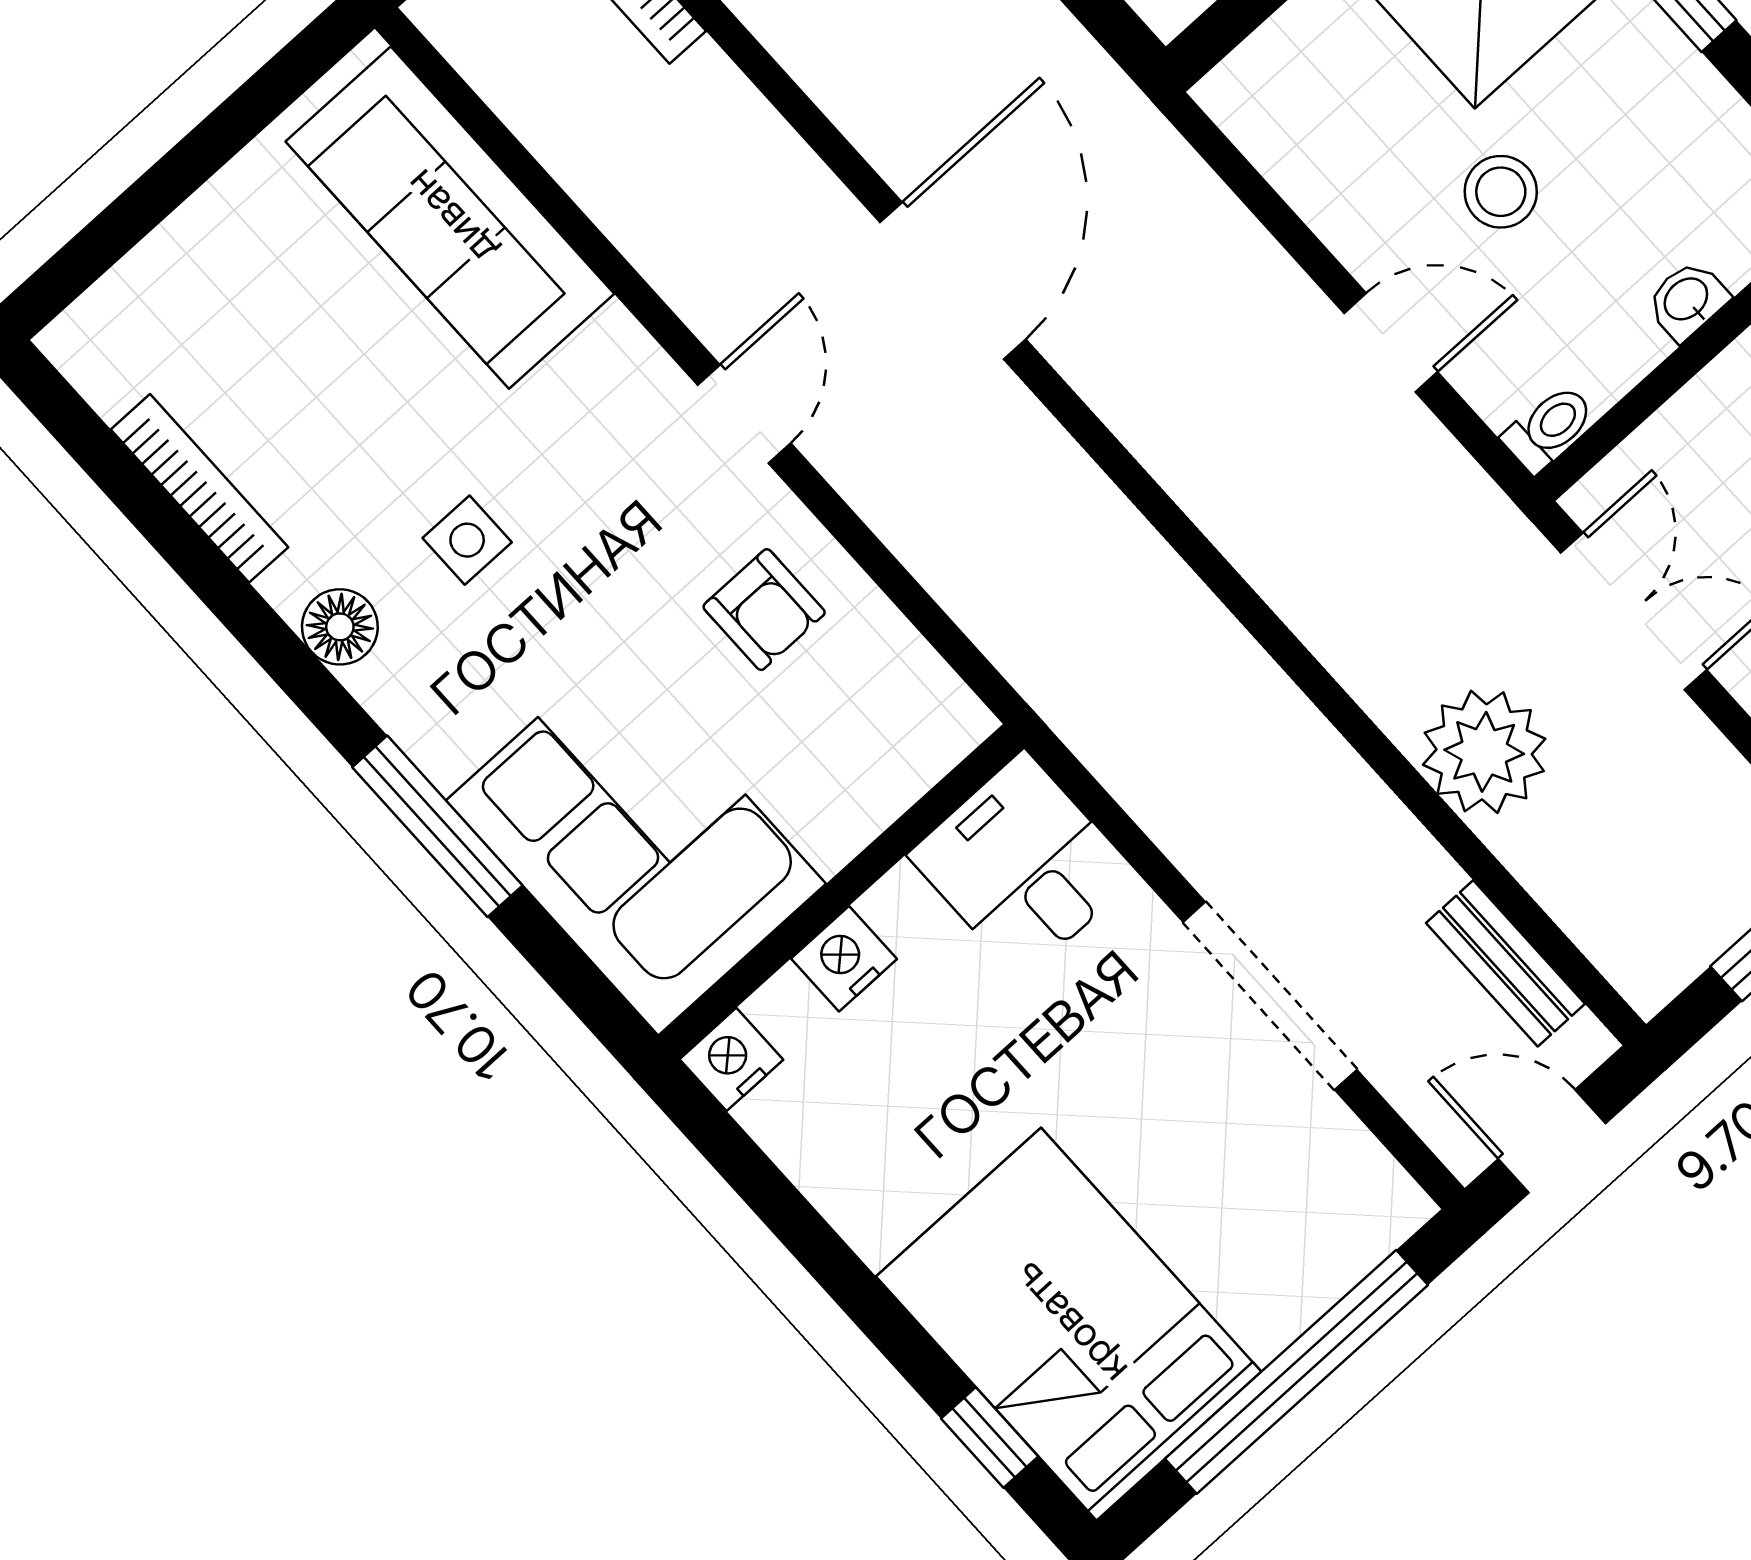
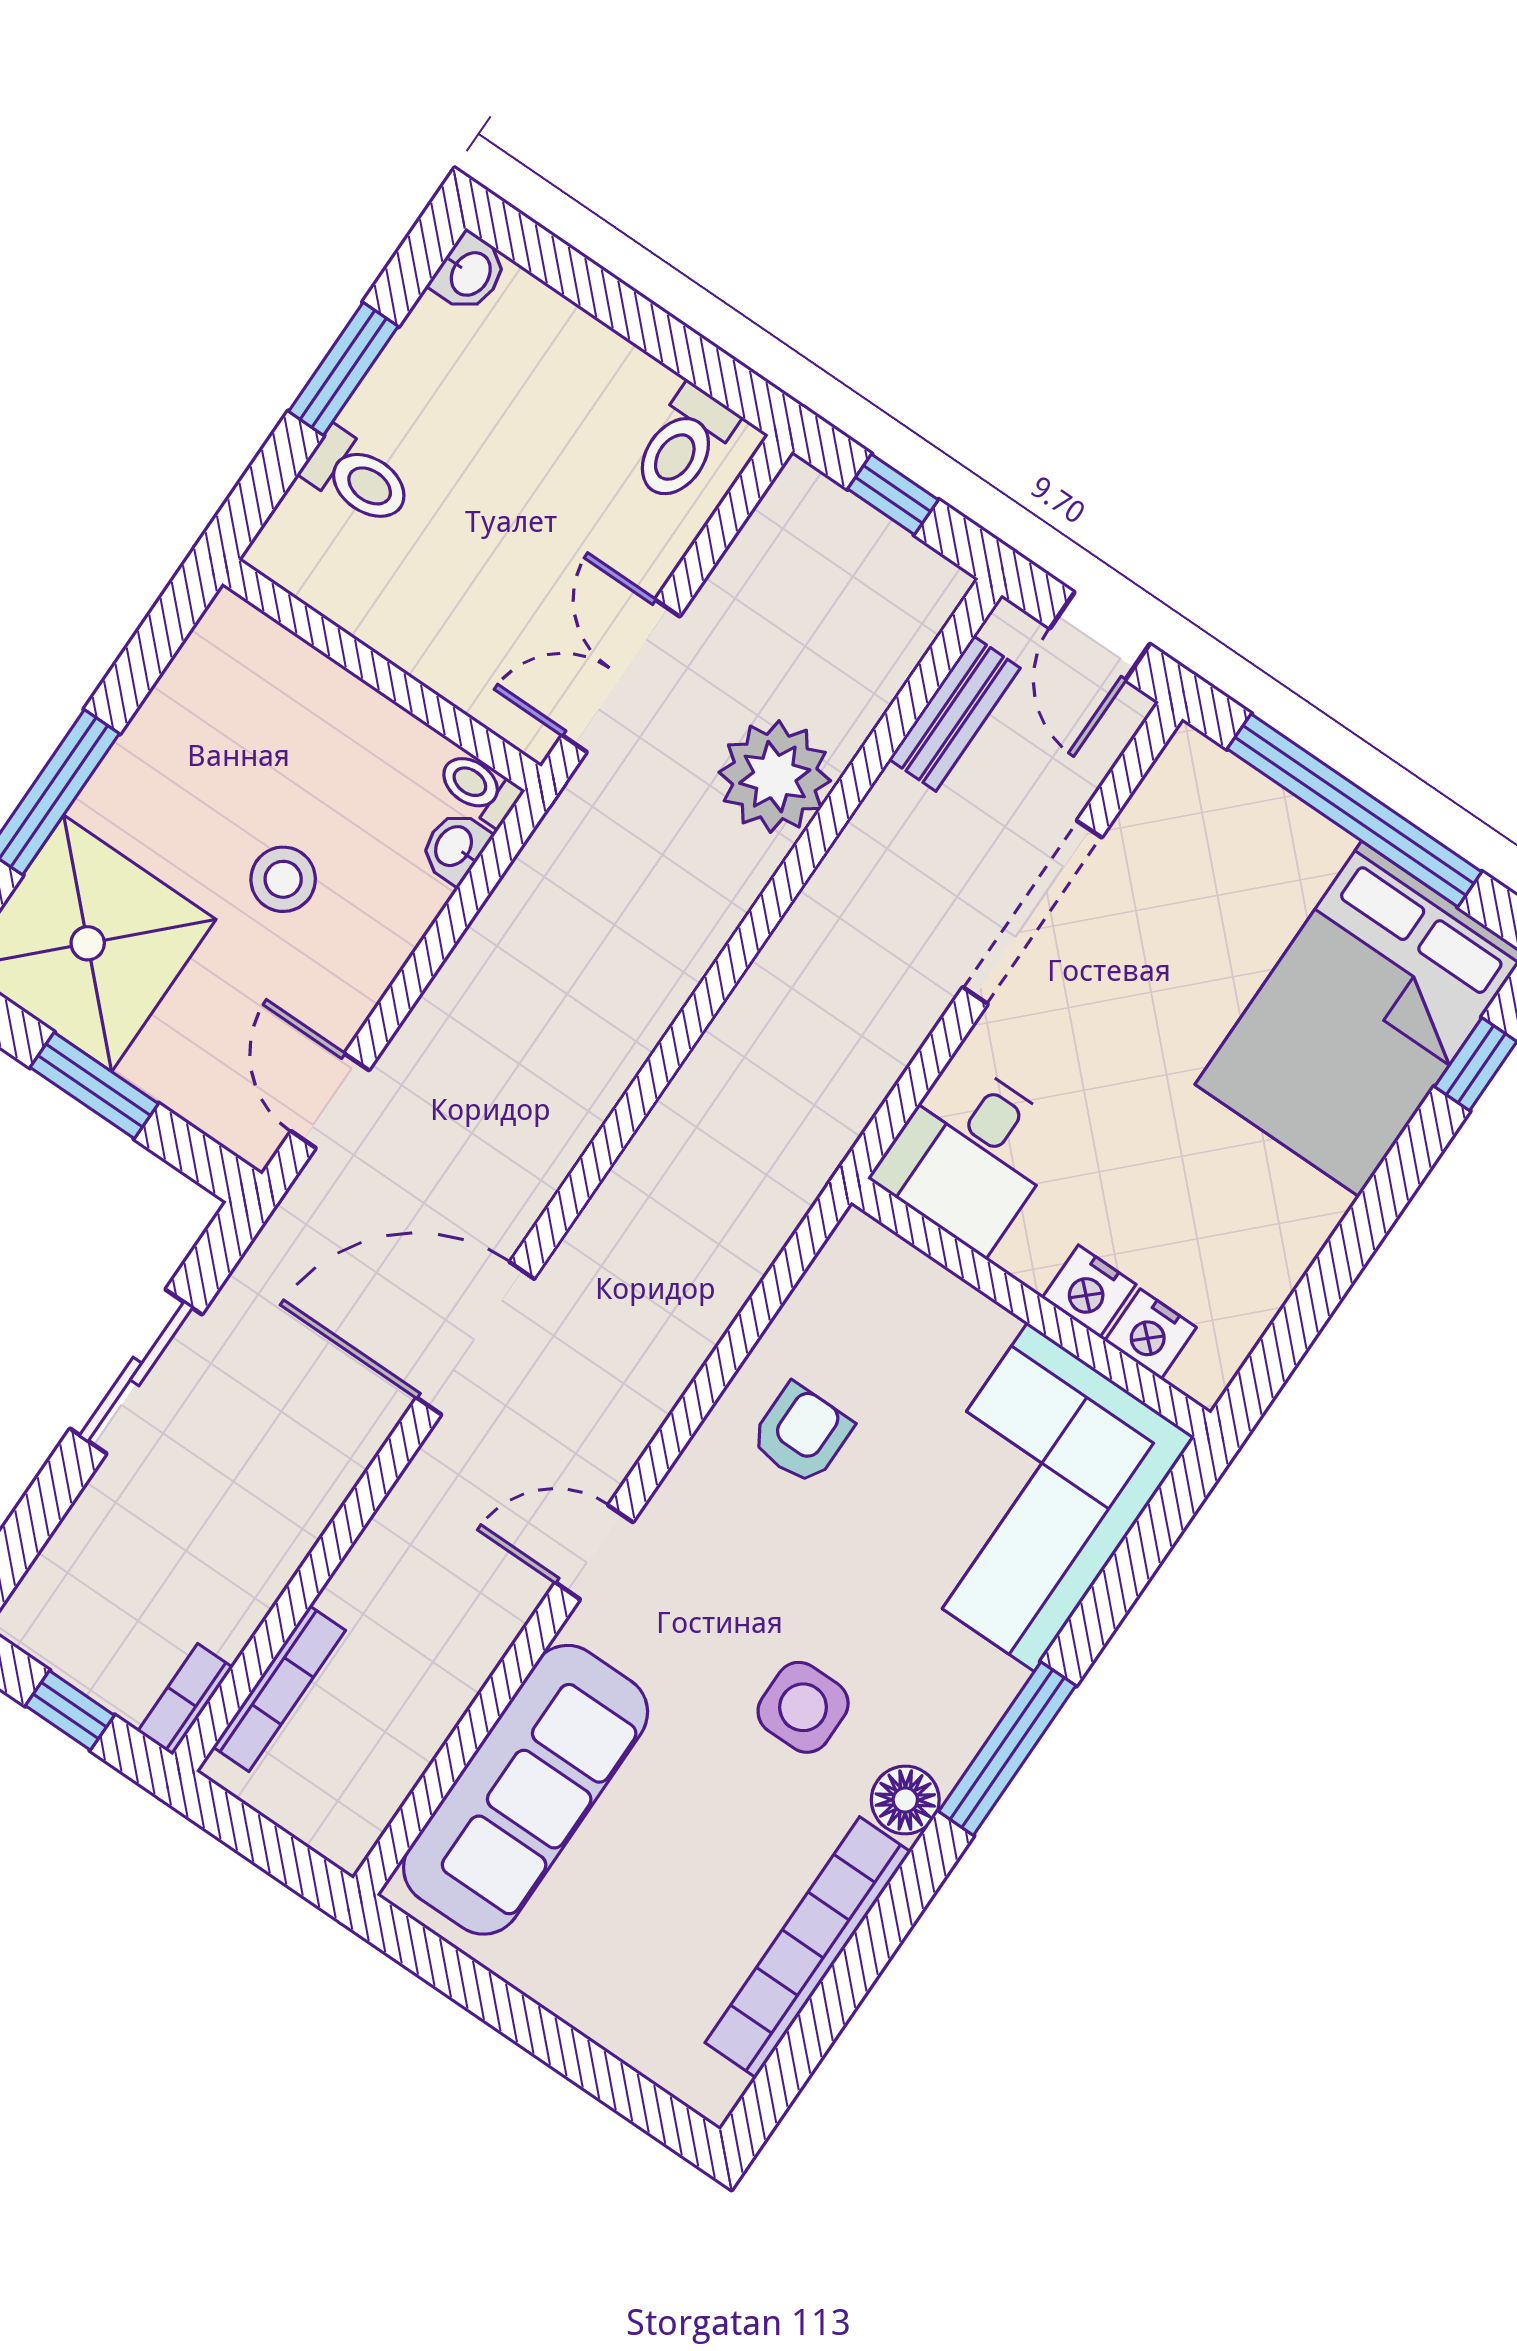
washbasin: (1687, 300) -> (455, 847), moved, turned 90
door: (1391, 342) -> (330, 1101), moved
door: (744, 414) -> (594, 1552), moved
bookcase: (199, 488) -> (808, 1947), width x1.48, depth x1.31
side table: (467, 540) -> (803, 1707), width x1.37, depth x1.37
window: (437, 826) -> (1007, 1749), moved
nightstand: (731, 1059) -> (1151, 1334), moved

